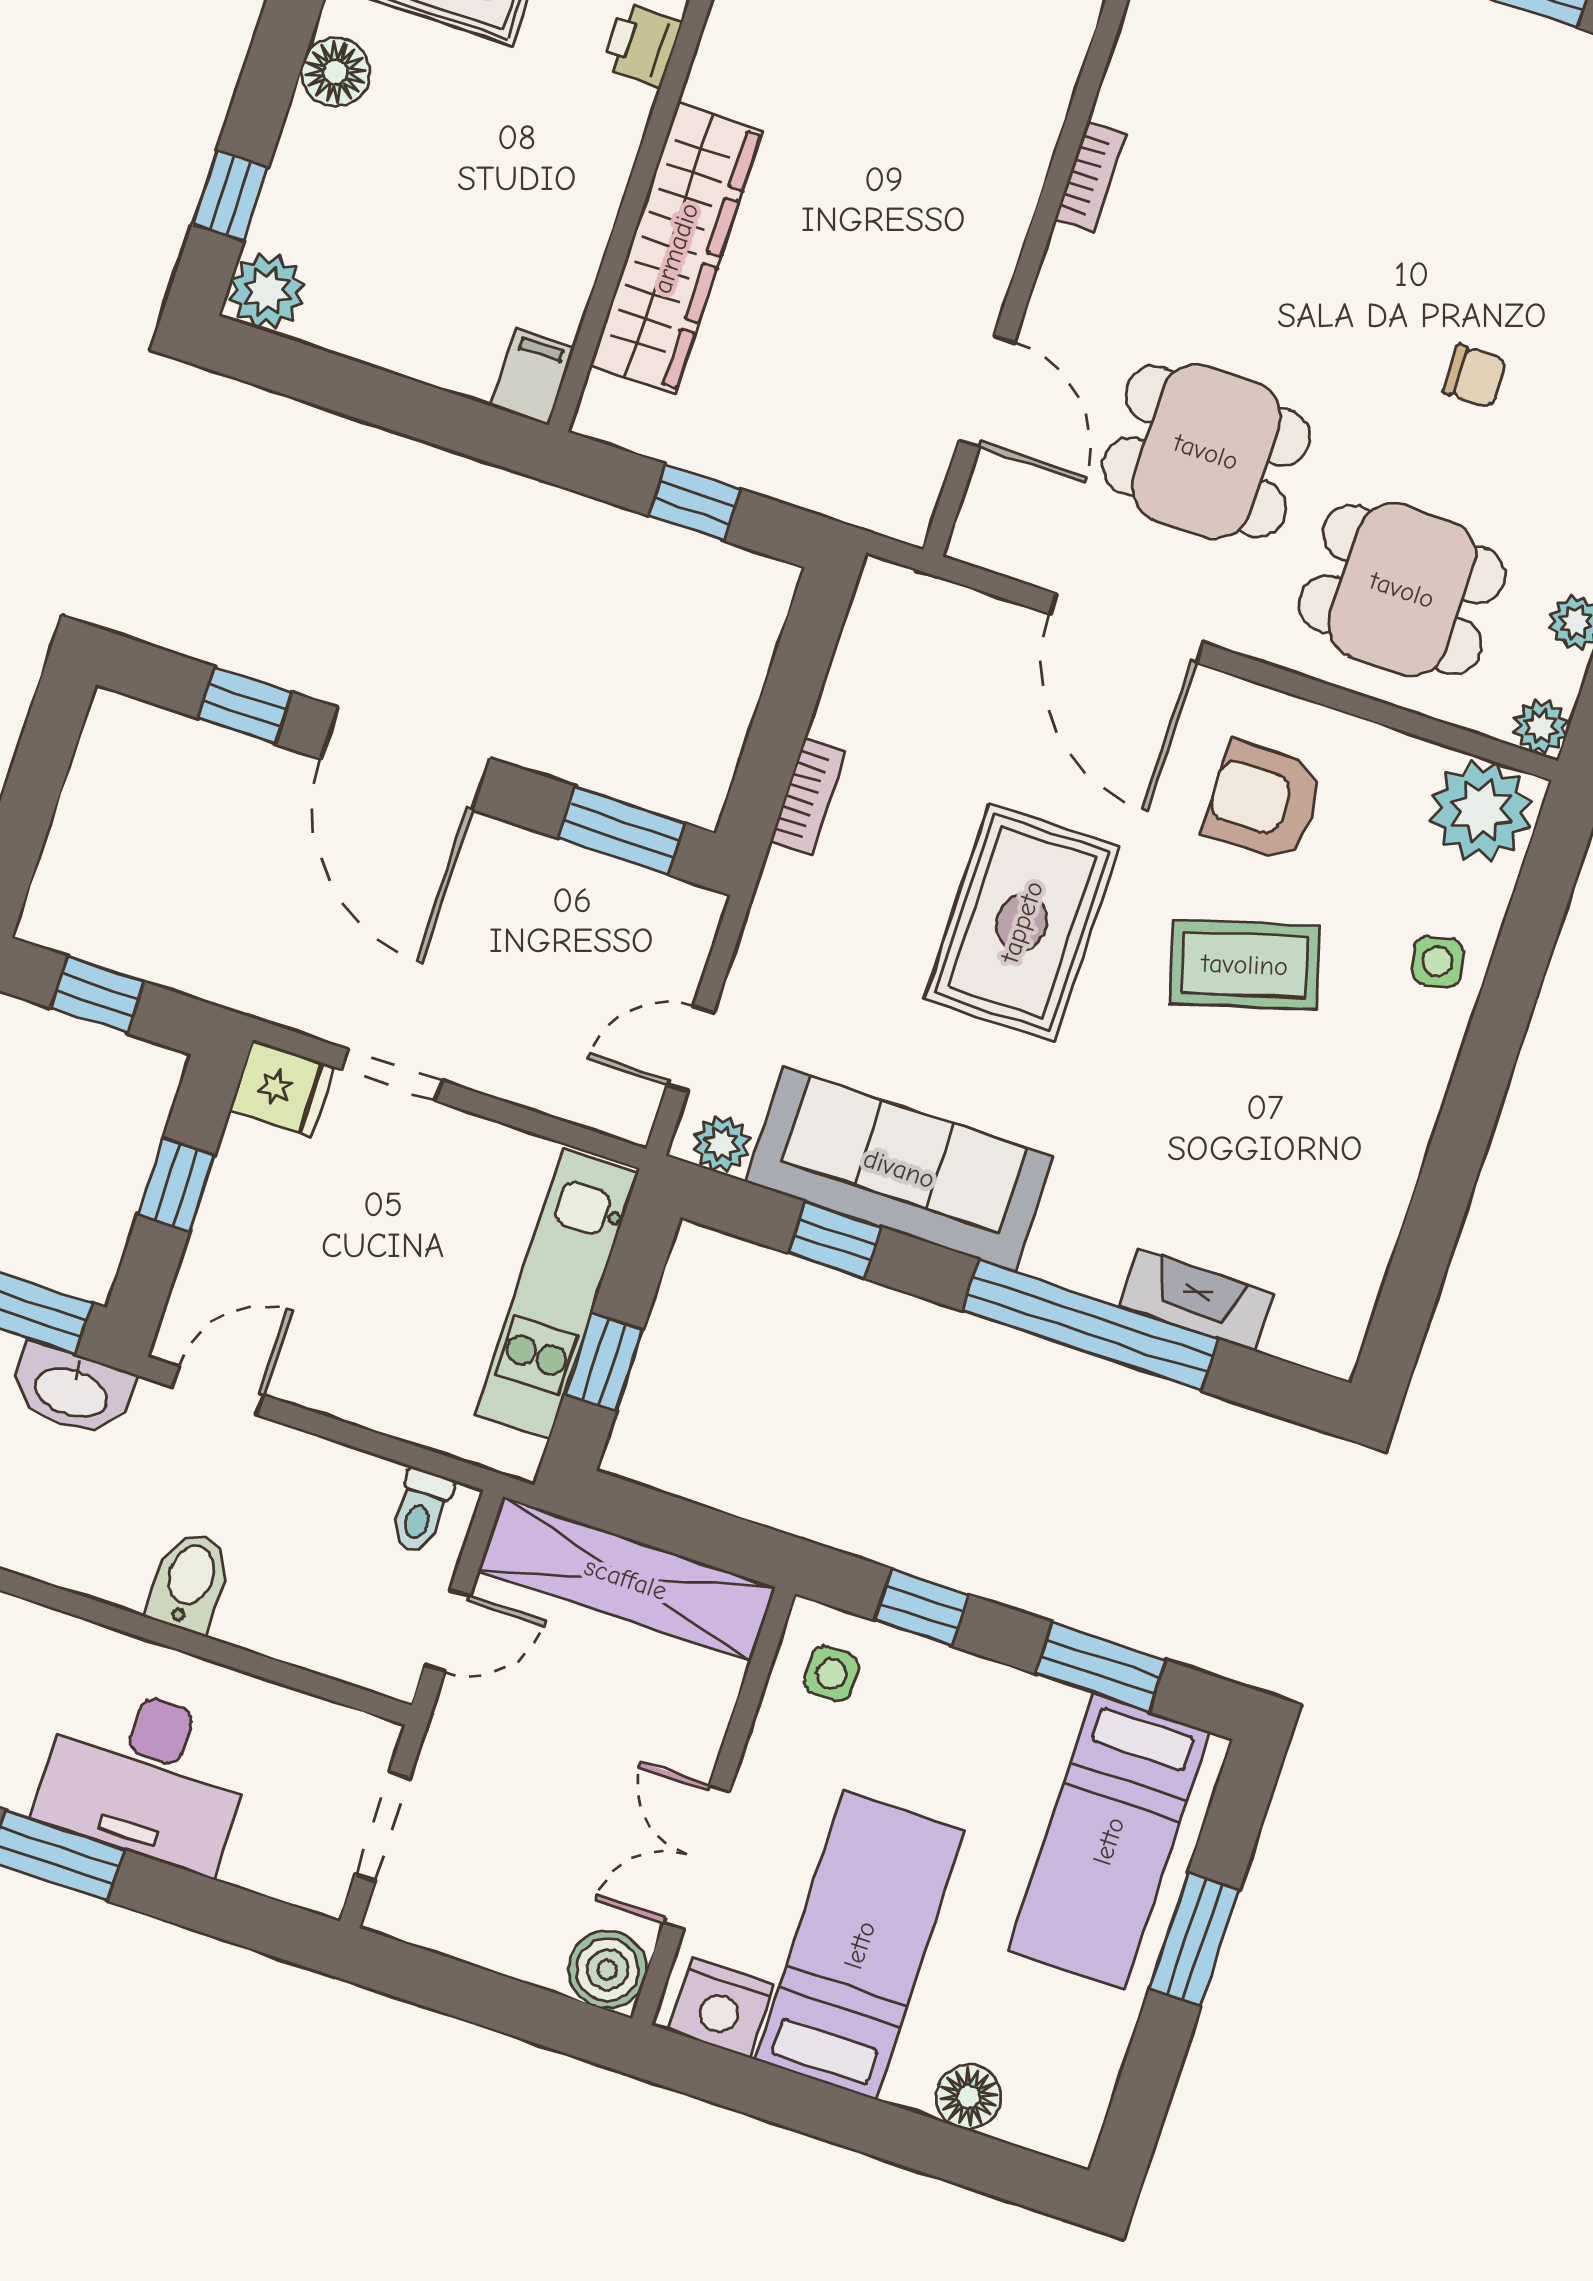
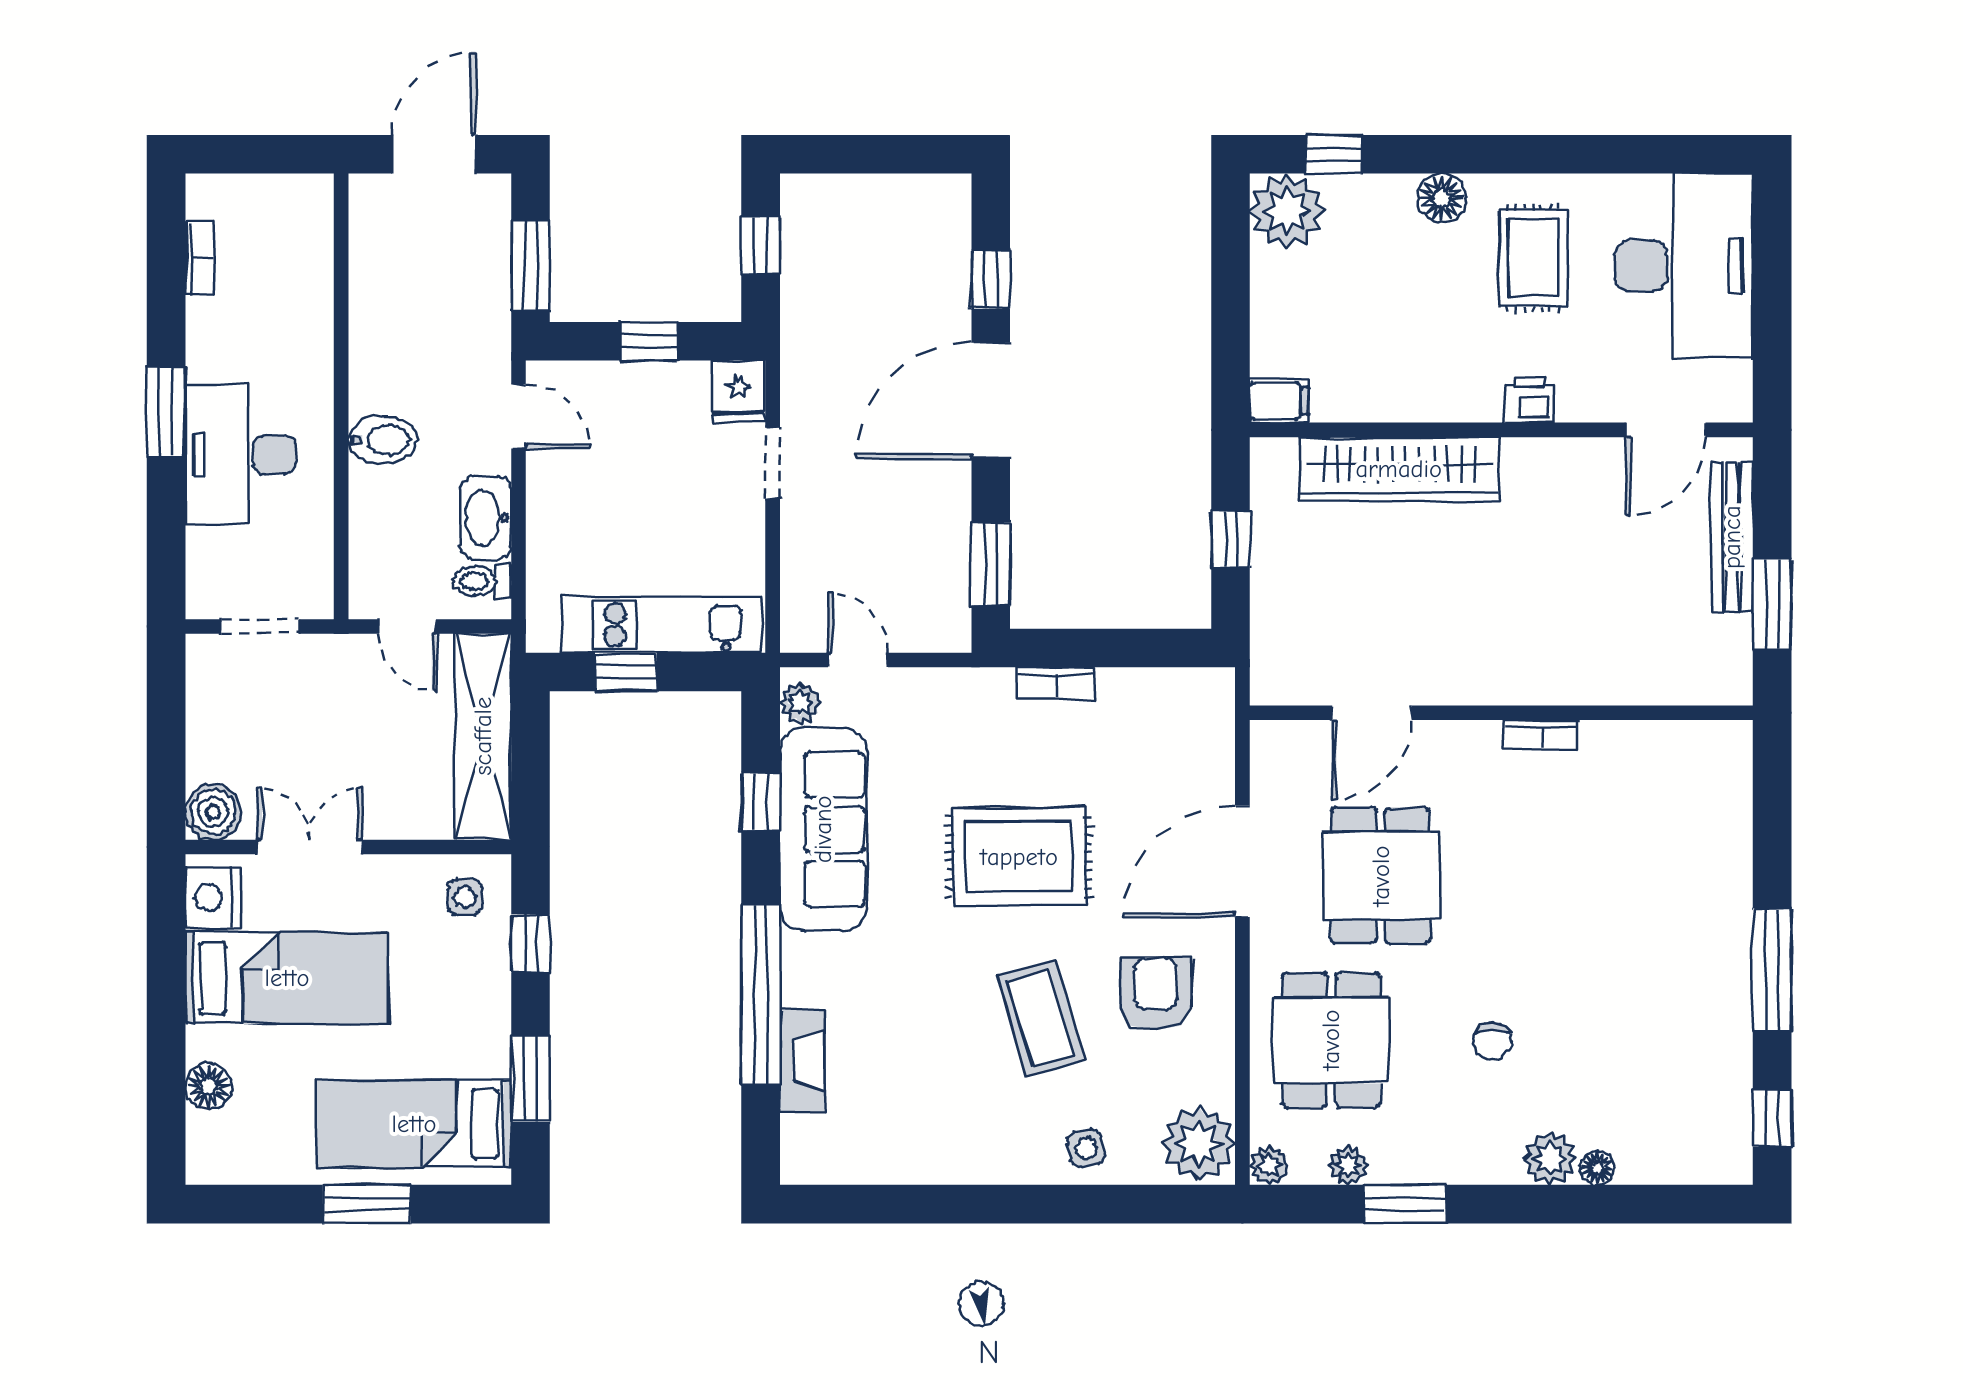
plant: (267, 291) -> (1287, 211), width x1.36, depth x1.36
washbasin: (72, 1390) -> (486, 518), moved

